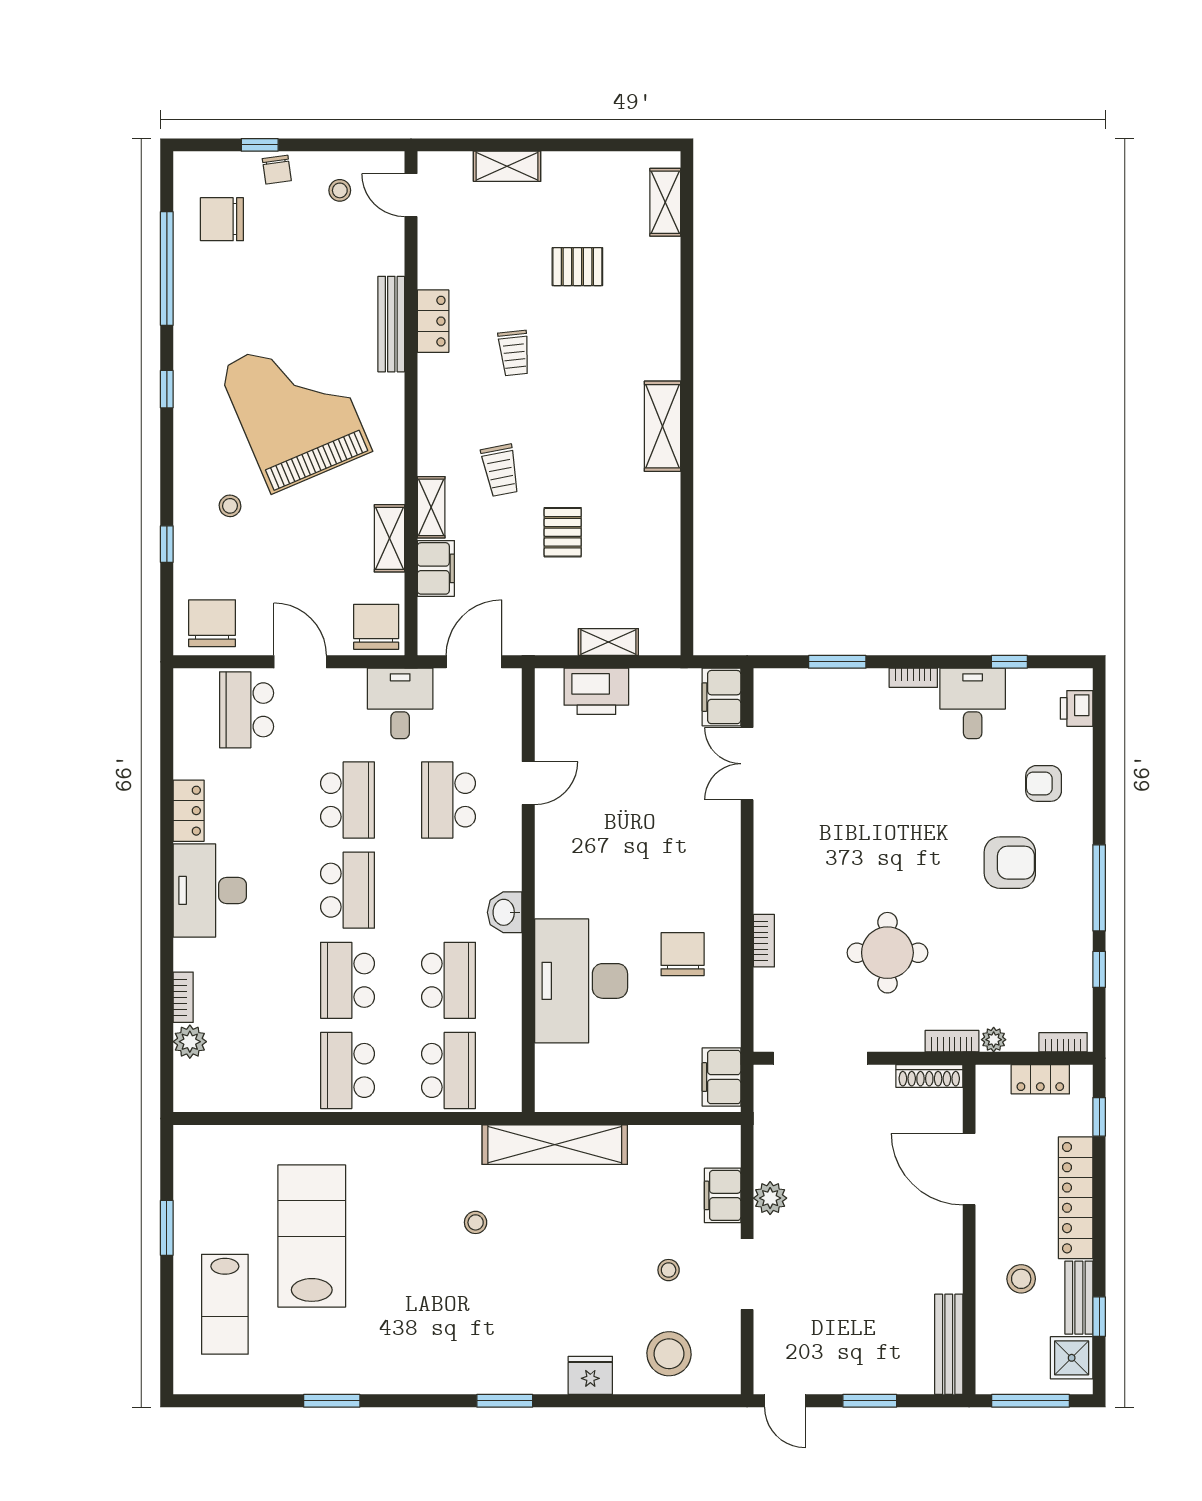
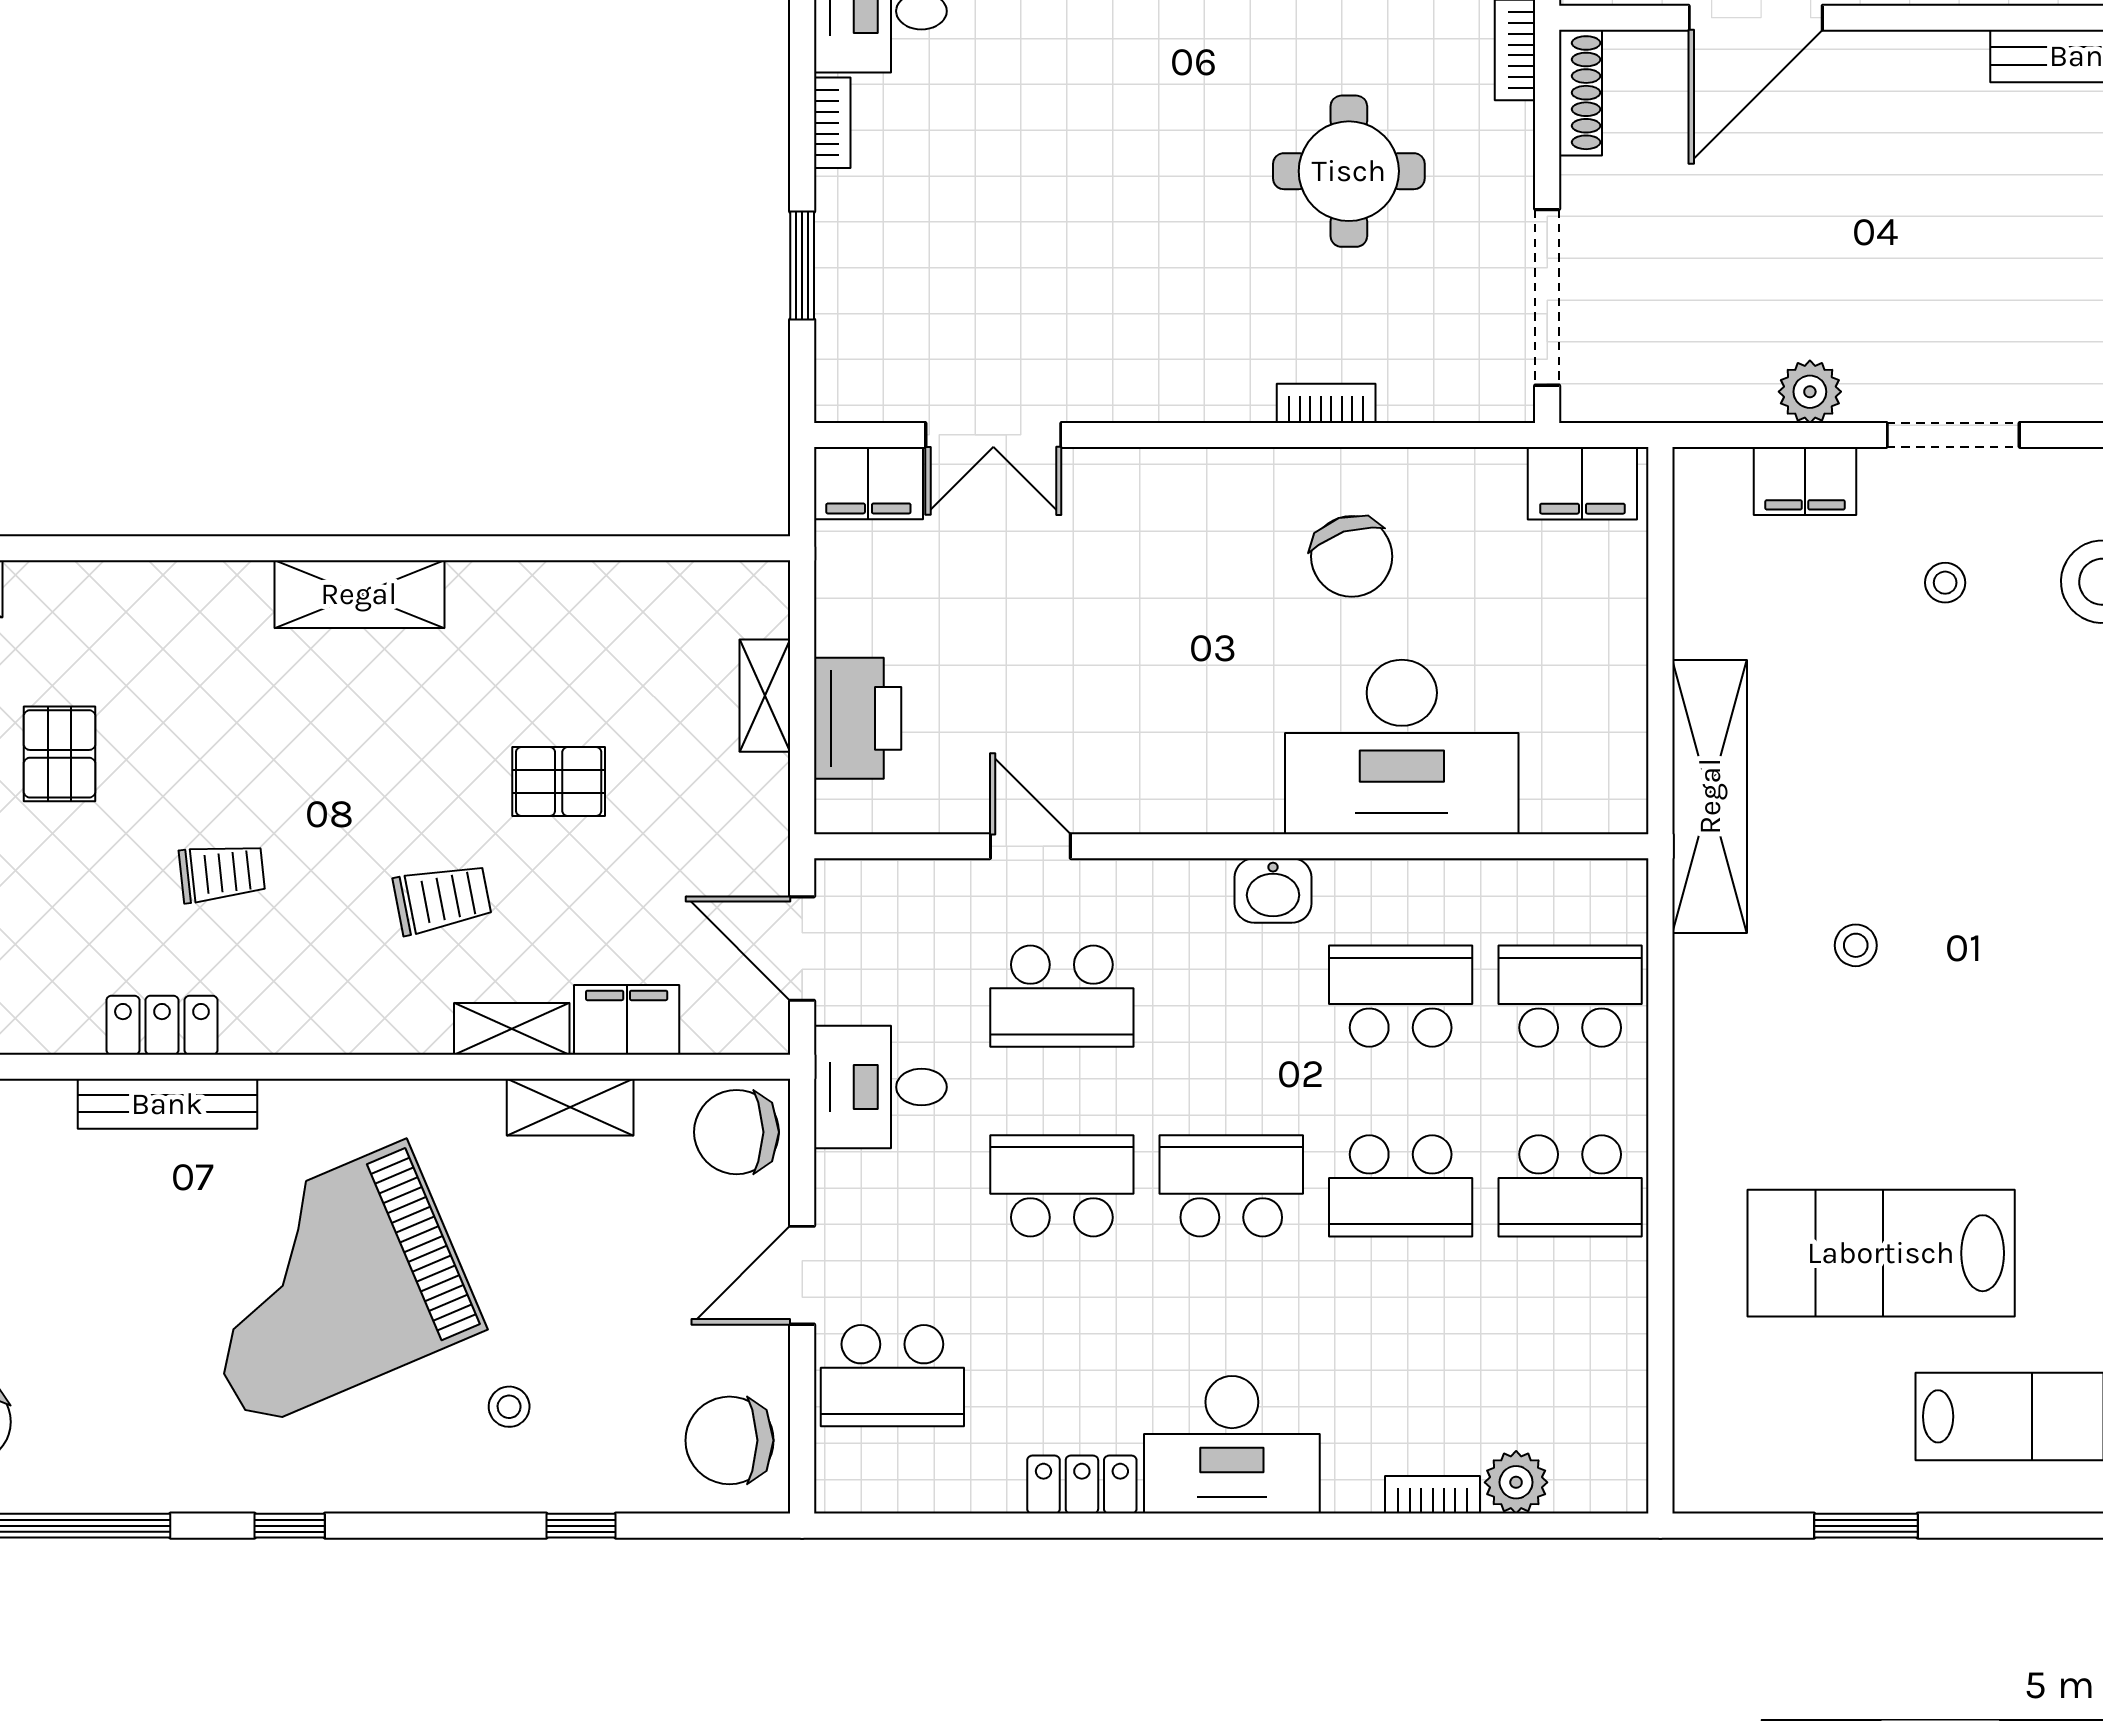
chair: (683, 954) -> (1352, 556), turned -108

